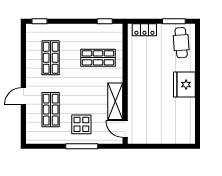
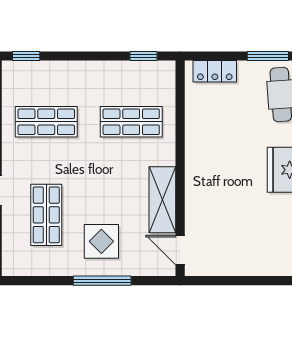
shop shelf: (51, 58) -> (46, 122), turned 90

